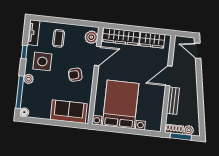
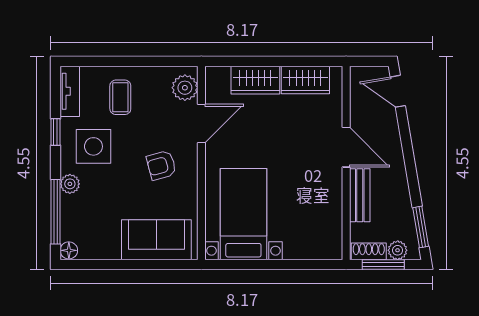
wardrobe: (121, 37) -> (255, 80), width x0.67
door: (169, 76) -> (346, 147), swing flipped
bed with nightstands: (121, 104) -> (243, 214), width x0.73
window: (202, 120) -> (421, 227), added

